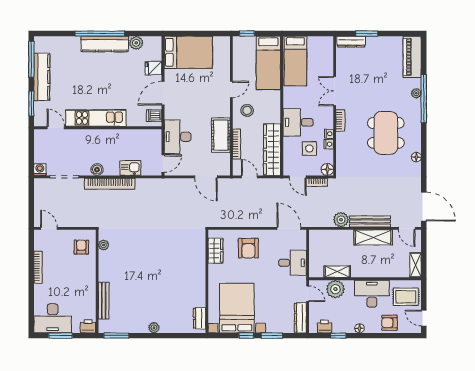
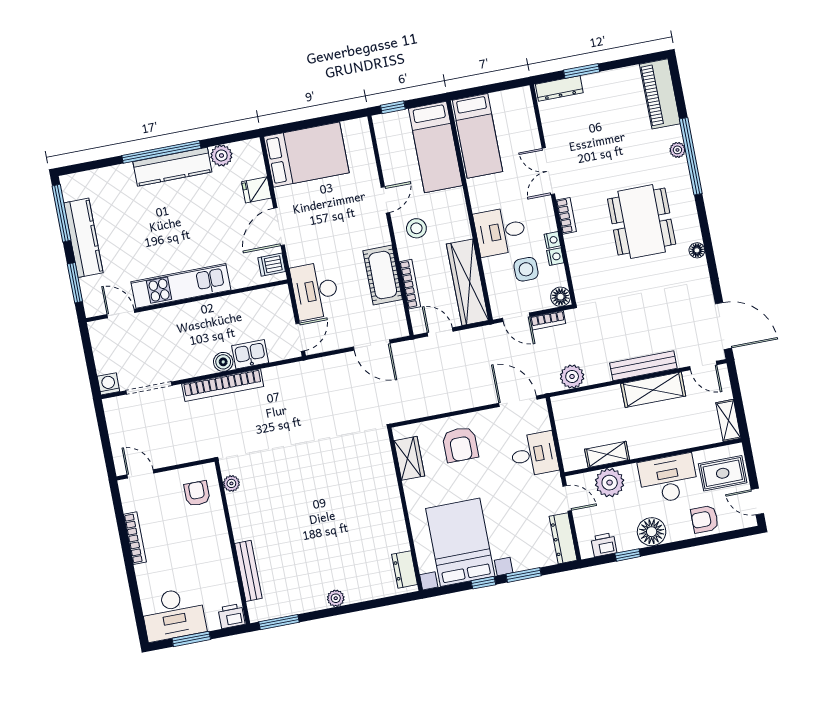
boiler: (97, 170) -> (223, 362), moved
plant: (341, 220) -> (572, 377), moved
floor lamp: (360, 328) -> (652, 532), width x1.89, depth x1.89

